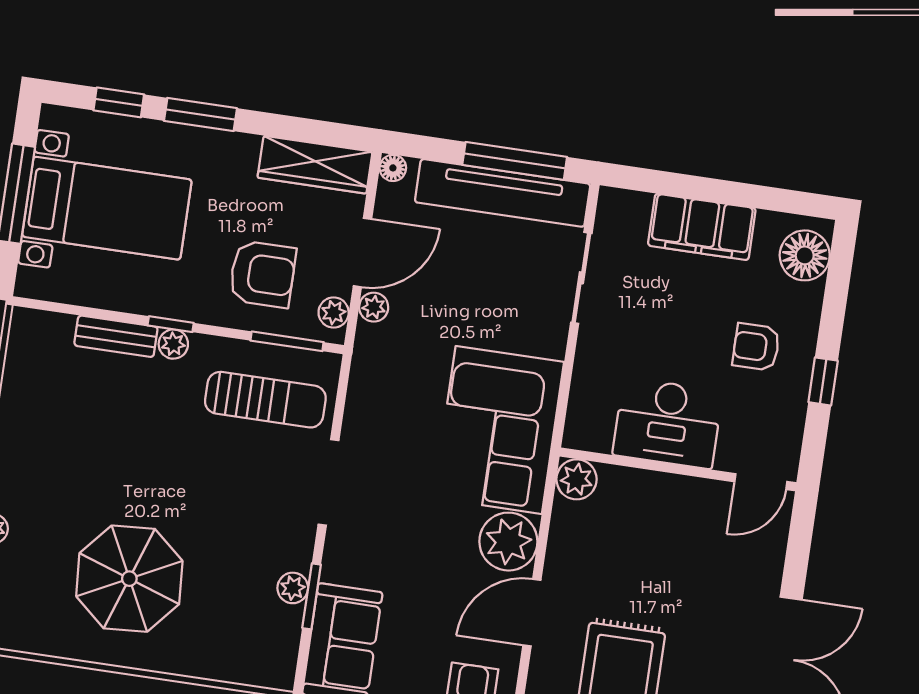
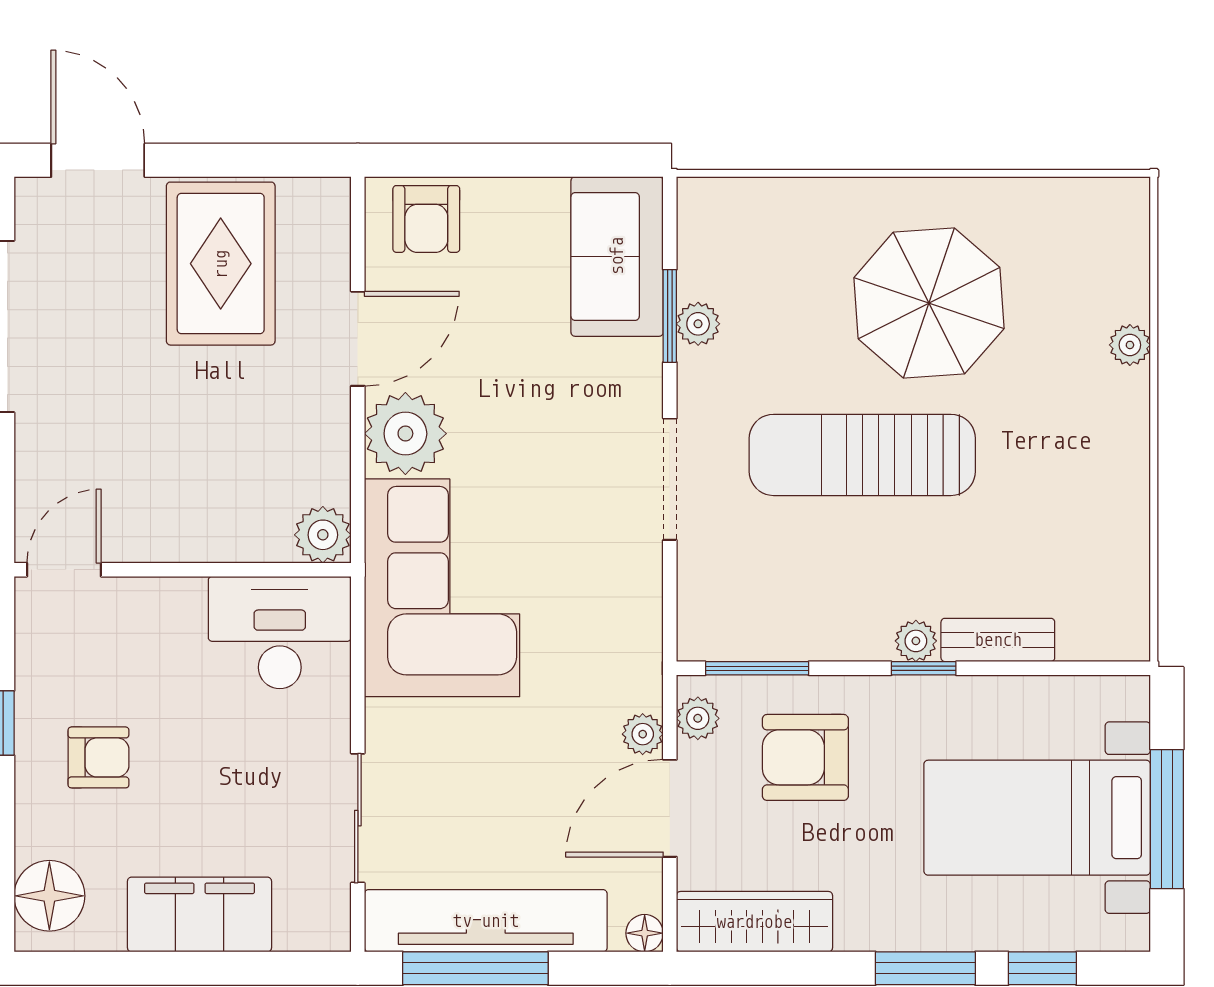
sun lounger: (265, 400) -> (862, 455), moved, width x1.36, depth x1.34
desk: (668, 423) -> (280, 632), moved

